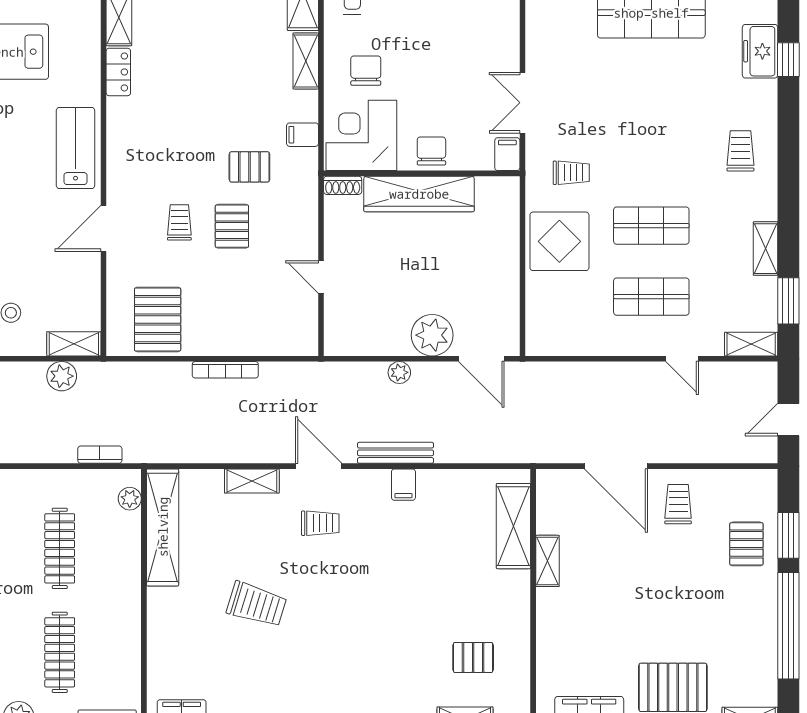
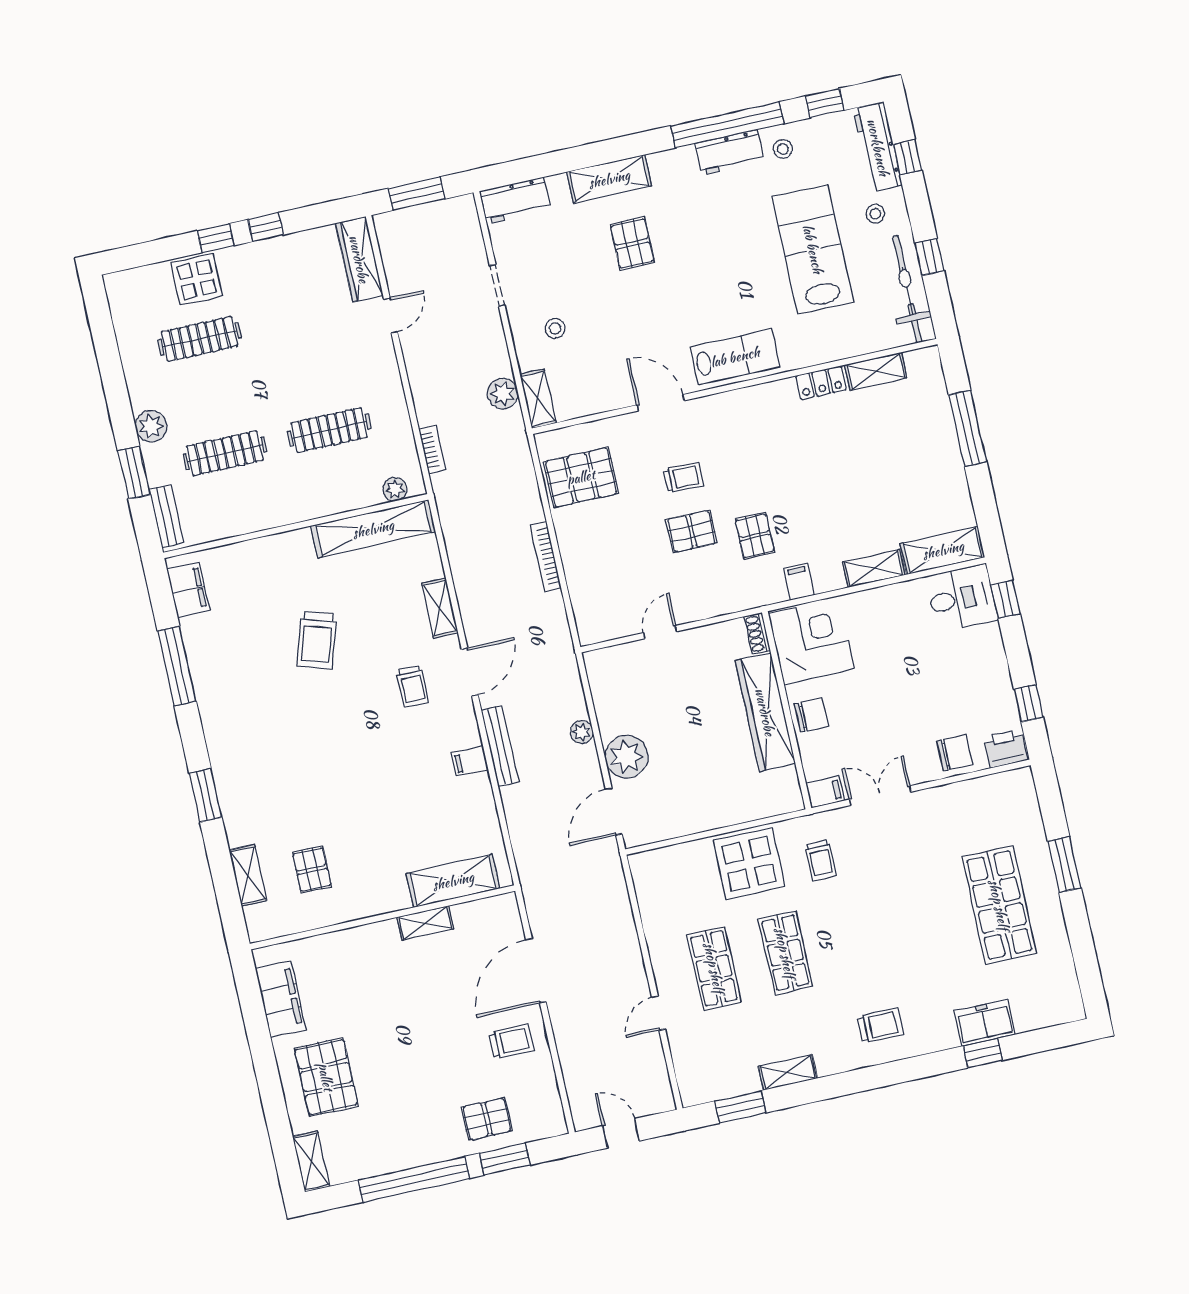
chair: (366, 71) -> (955, 753), moved
shelving: (751, 344) -> (689, 1079), removed

